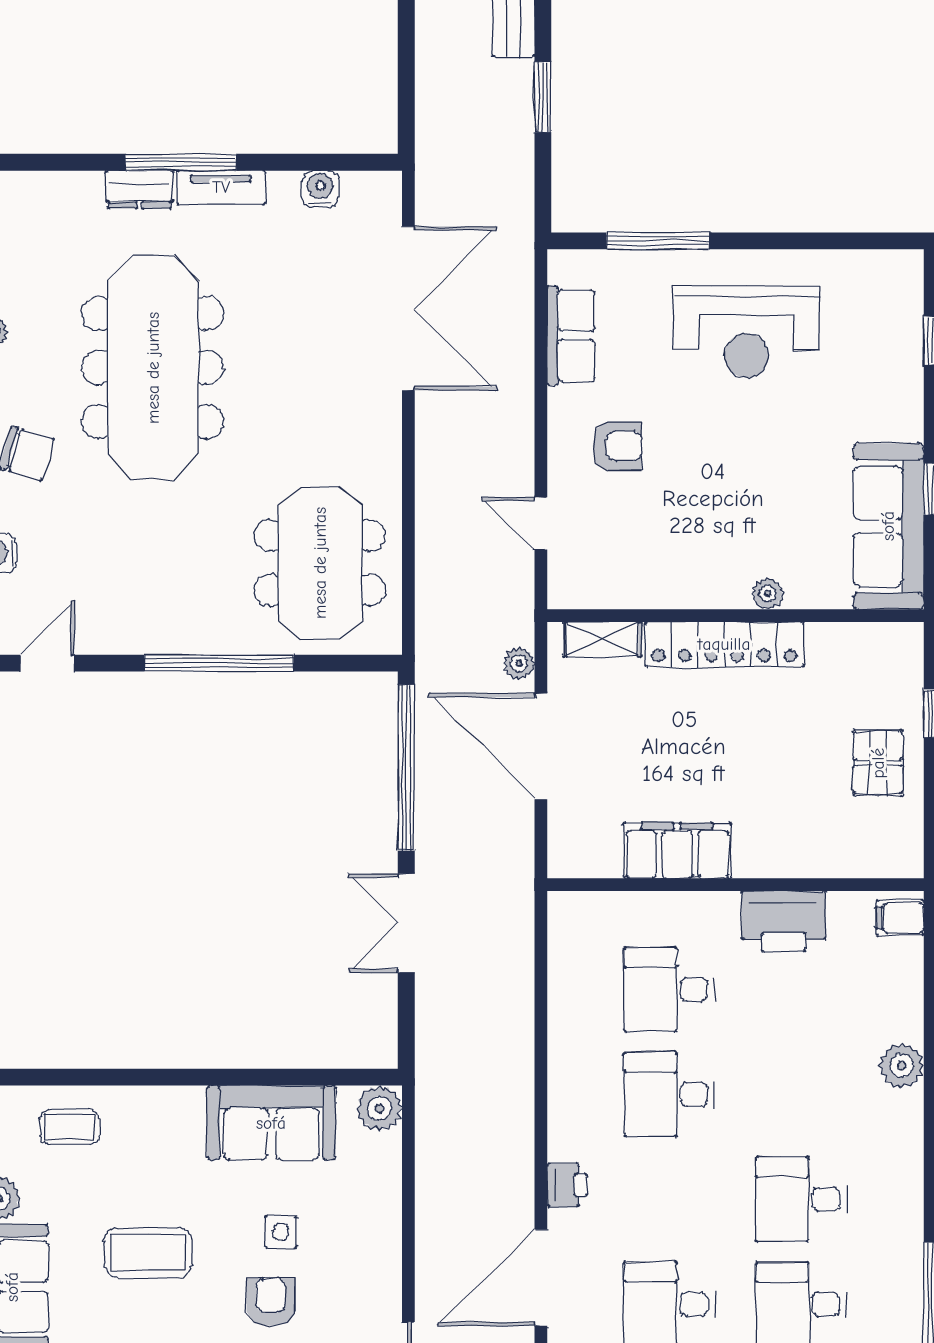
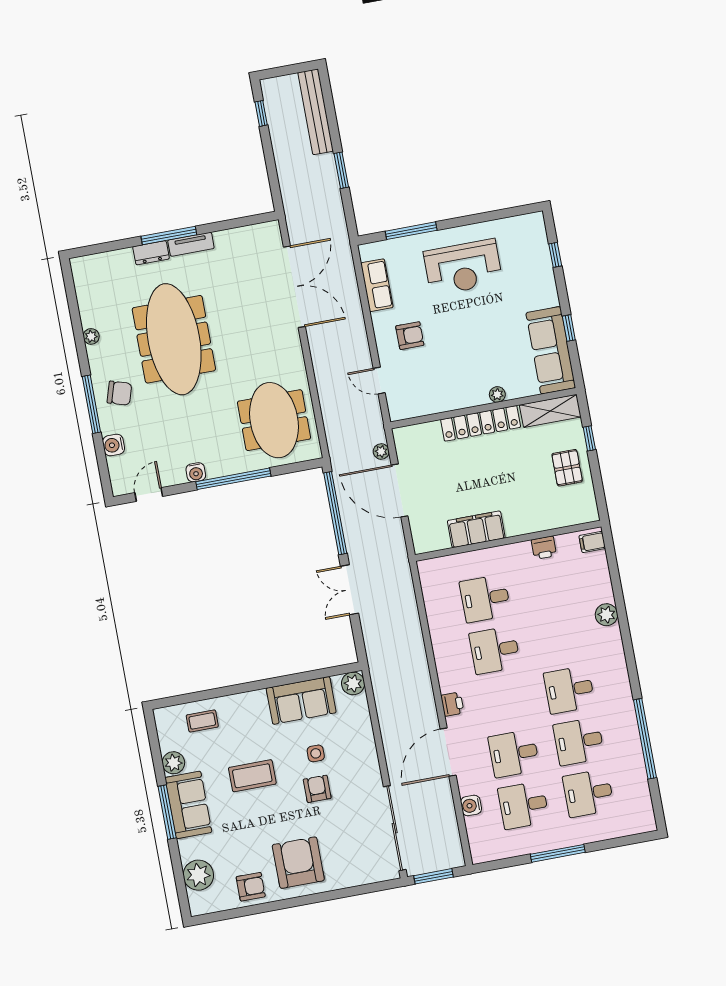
water cooler: (320, 189) -> (196, 472), moved, turned 180
shelving: (603, 639) -> (550, 411), moved, width x1.50, depth x1.33
printer: (784, 921) -> (544, 548), width x0.53, depth x0.68

